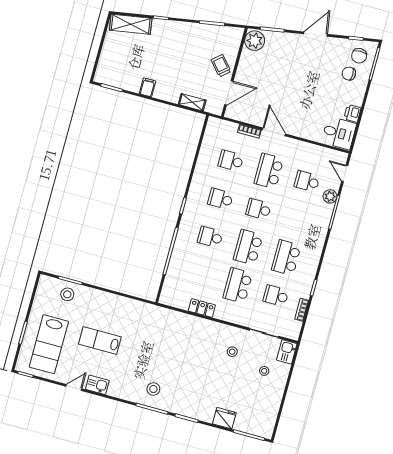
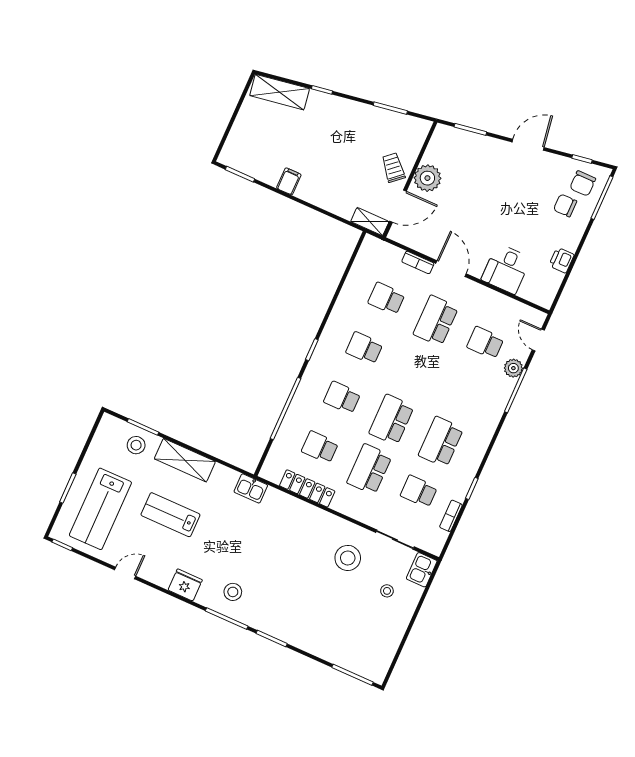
plant: (255, 41) -> (427, 178), moved
shelving: (192, 102) -> (370, 222), moved
desk: (339, 133) -> (506, 269), moved, turned 90
school desk: (259, 209) -> (320, 447), moved
shelving: (104, 300) -> (185, 460), added
locker: (202, 308) -> (307, 488), width x1.53
stool: (232, 352) -> (348, 558), width x1.89, depth x1.89
kitchen sink: (97, 385) -> (251, 488), moved, turned 180
fridge: (224, 418) -> (185, 585), moved

